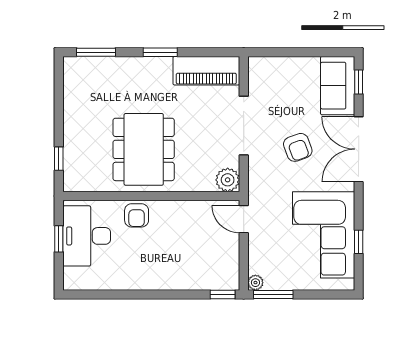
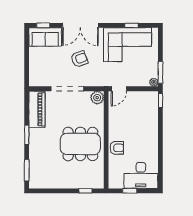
desk: (87, 236) -> (141, 175), moved

